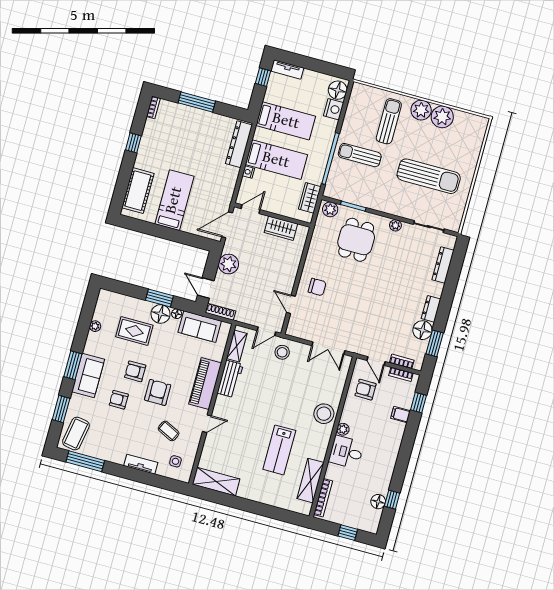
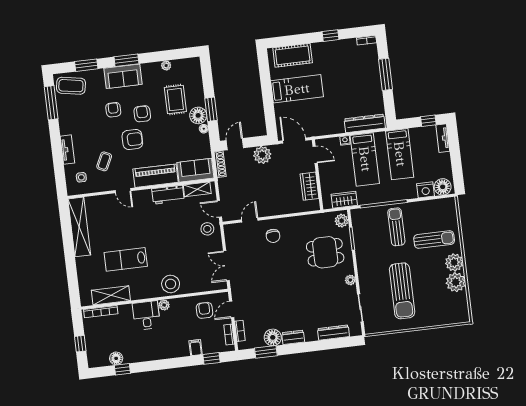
sofa: (200, 327) -> (195, 170), moved, turned 90
shelving: (216, 482) -> (79, 227), width x1.47

